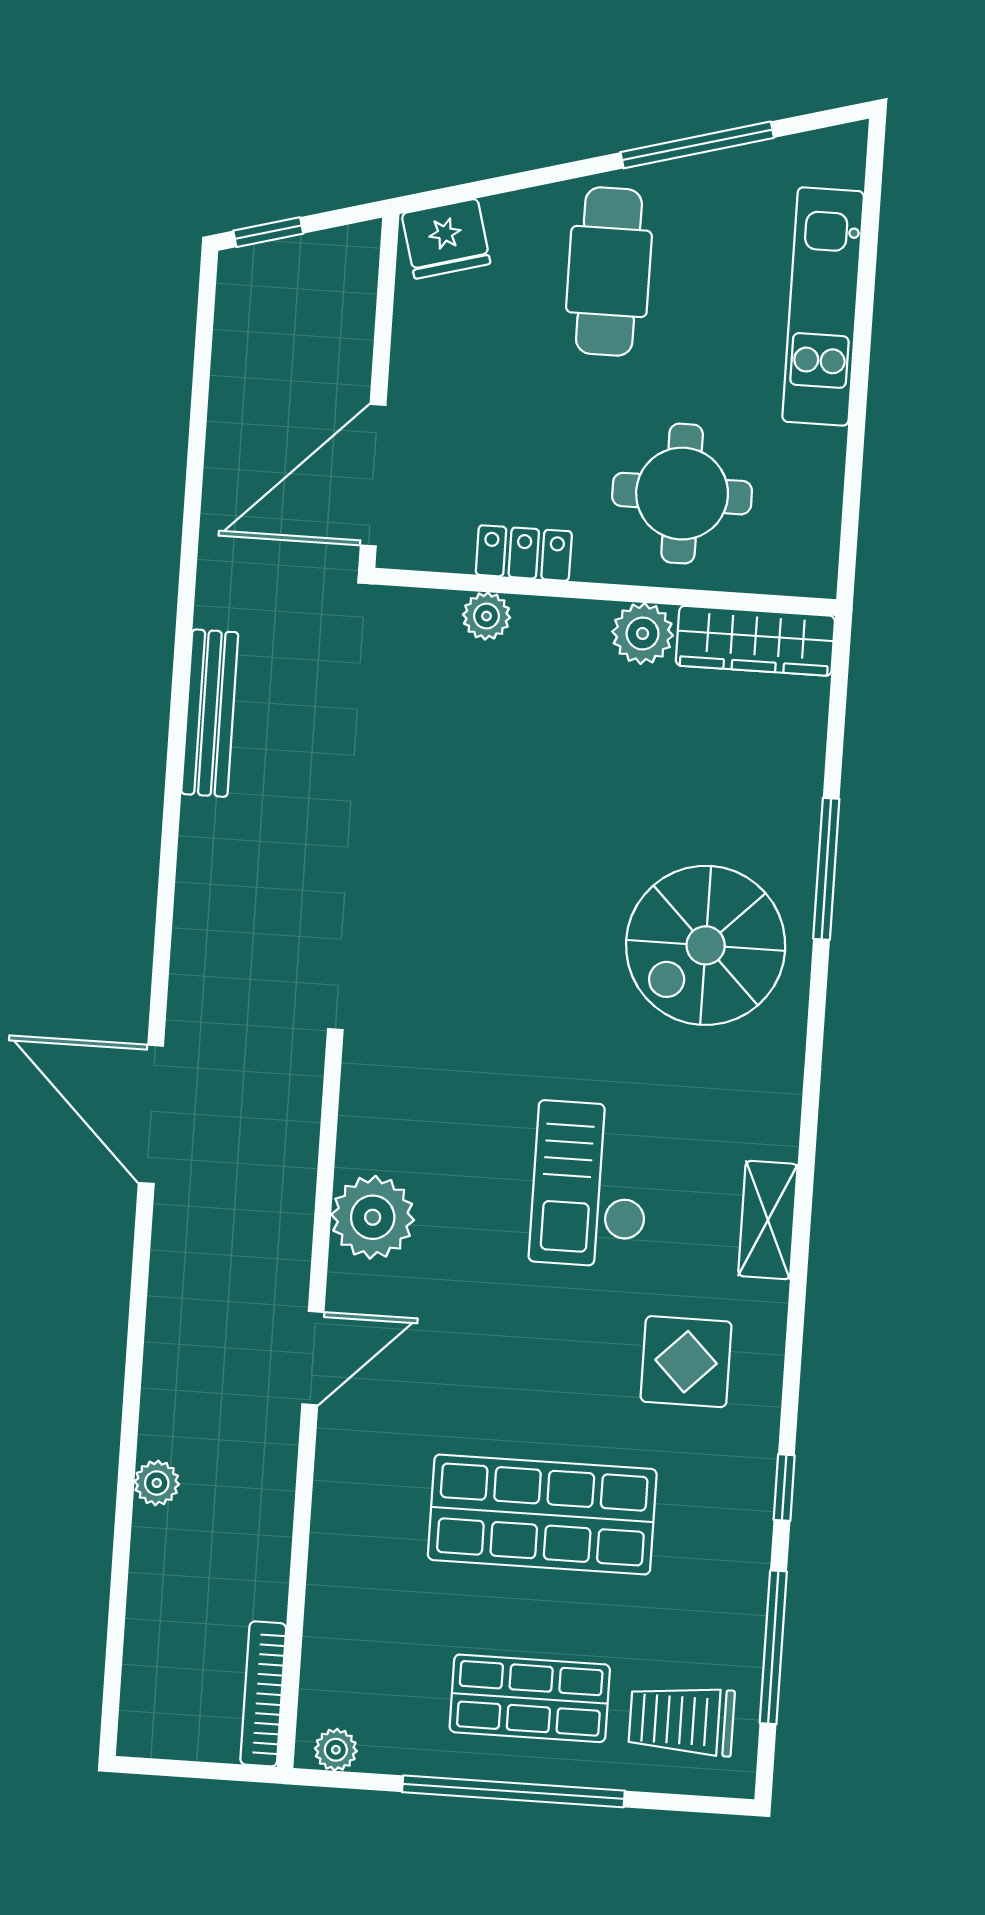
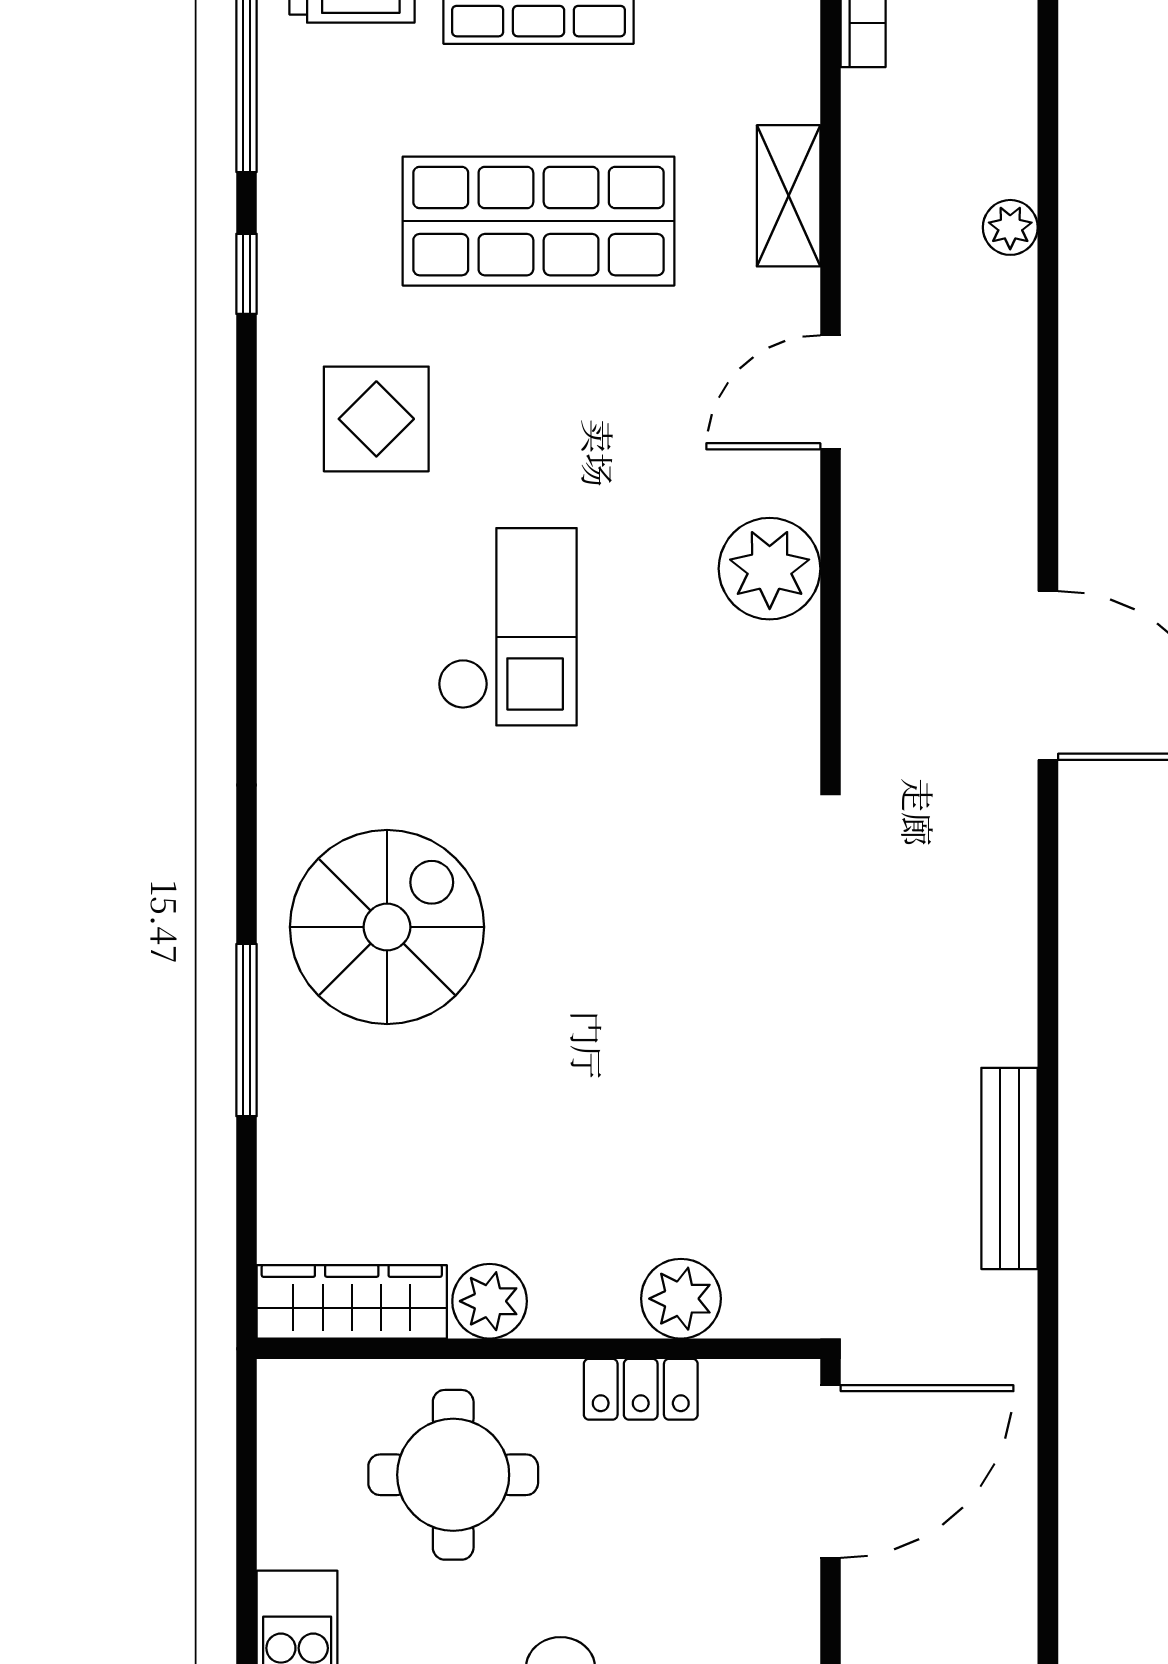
plant: (487, 616) -> (681, 1299), width x1.38, depth x1.38
shelving: (768, 1220) -> (789, 196), moved

